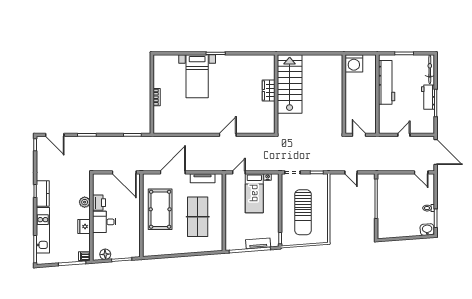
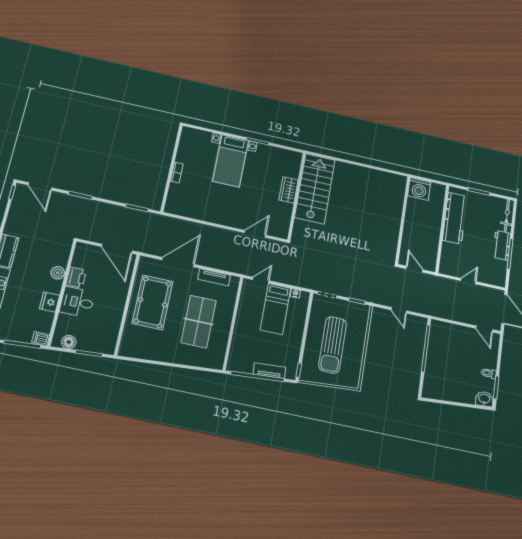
stairs: (290, 84) -> (315, 189), moved
wardrobe: (269, 90) -> (288, 190), moved
wall: (276, 94) -> (297, 196), moved

